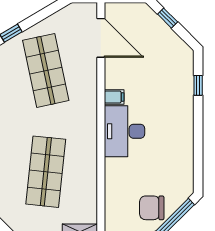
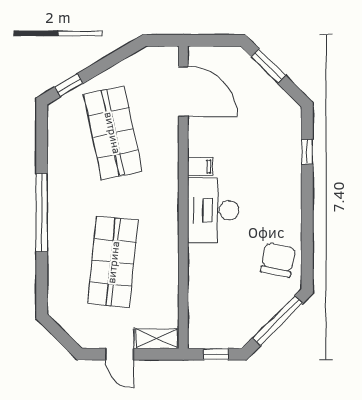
window: (168, 18) -> (268, 66), width x1.50
chair: (152, 208) -> (278, 260), moved, turned 102

